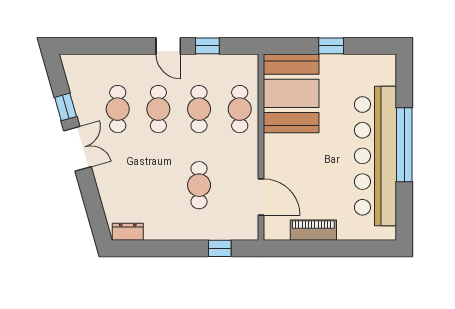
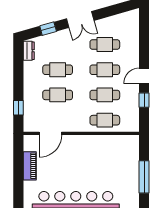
window: (331, 46) -> (144, 177), width x2.17
booth: (291, 93) -> (115, 152), removed
window: (66, 107) -> (48, 29), moved
cafe table: (158, 185) -> (58, 70), added

